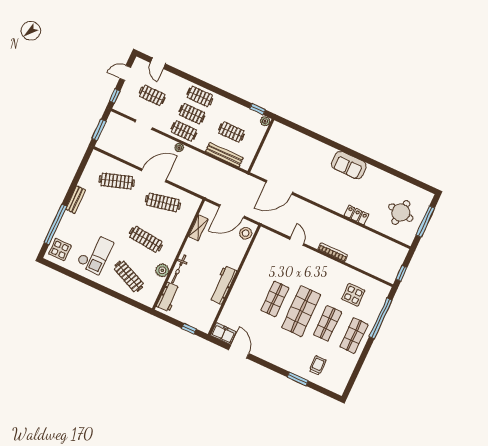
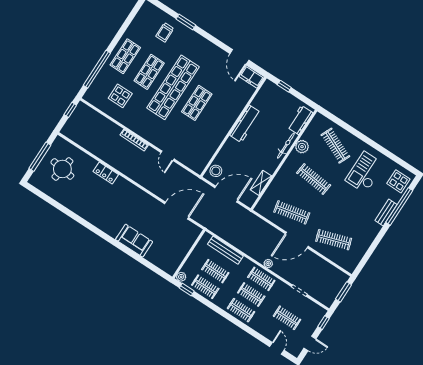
clothes rail: (239, 115) -> (205, 287), added
sofa: (349, 165) -> (134, 241), moved
bench: (76, 200) -> (386, 213), moved
shop shelf: (301, 311) -> (173, 87), width x1.40

